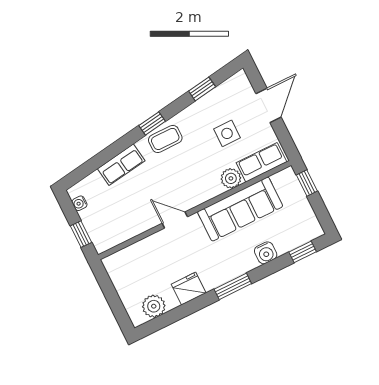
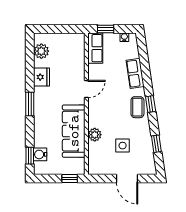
row of seats: (261, 162) -> (95, 48), moved
water cooler: (266, 253) -> (40, 154), moved

